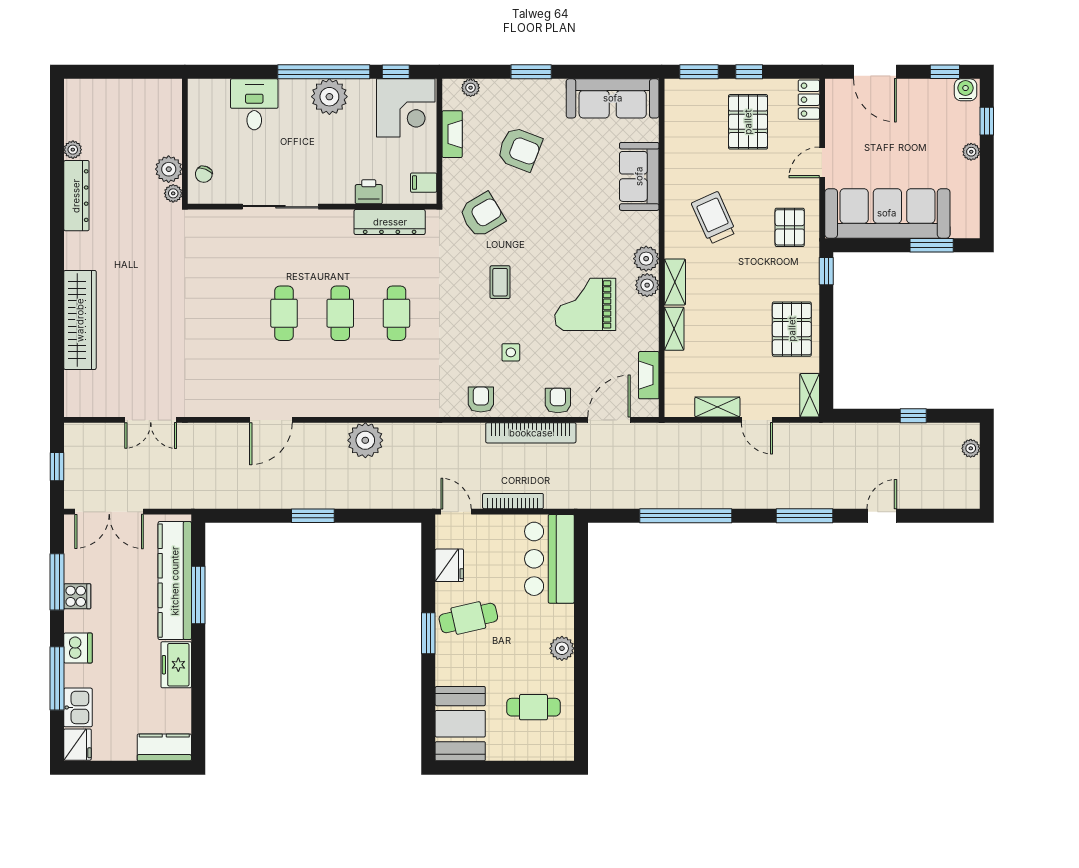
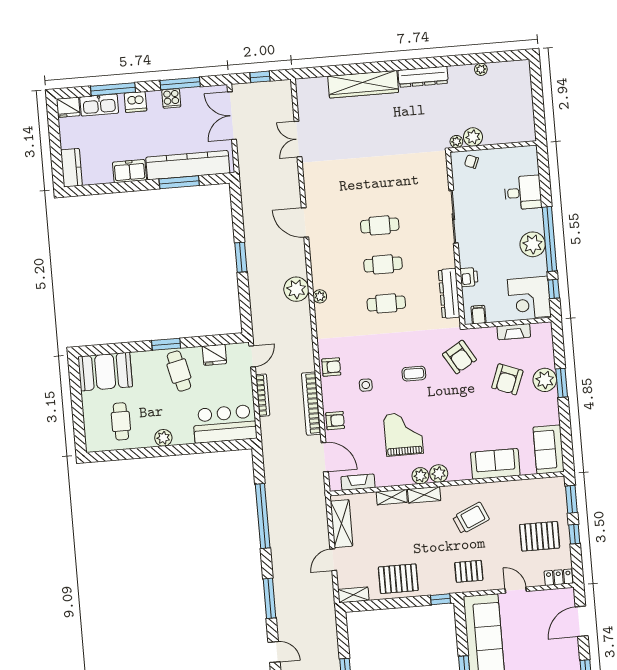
plant: (471, 88) -> (545, 380), moved, width x1.88, depth x1.88
sofa: (613, 98) -> (549, 449), width x0.73
dresser: (76, 196) -> (423, 77), moved
plant: (378, 407) -> (320, 296), added
shelving: (717, 407) -> (342, 524), width x1.50, depth x1.33
kitchen sink: (78, 707) -> (99, 105), width x1.38

